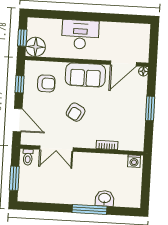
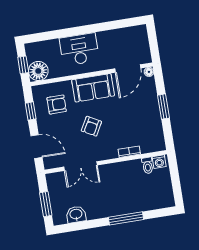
toilet: (28, 157) -> (148, 165), moved
washbasin: (105, 198) -> (76, 214), moved

